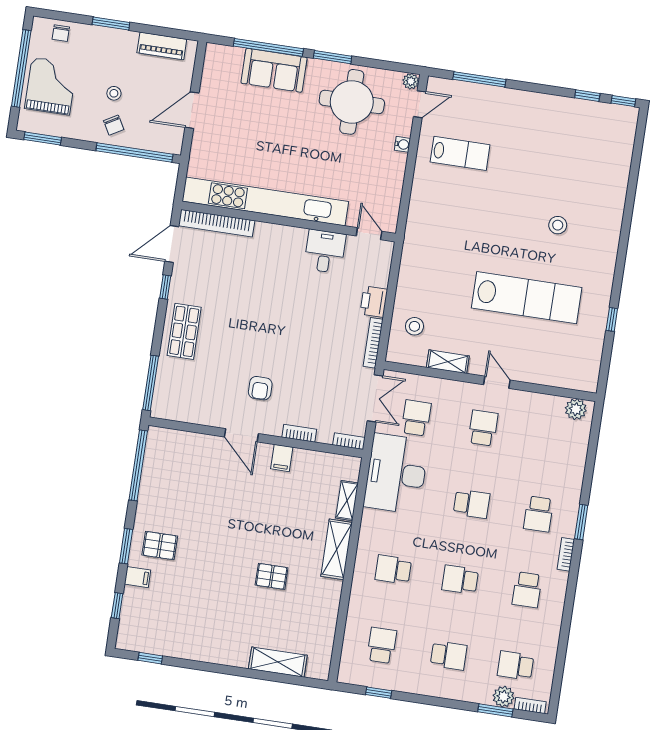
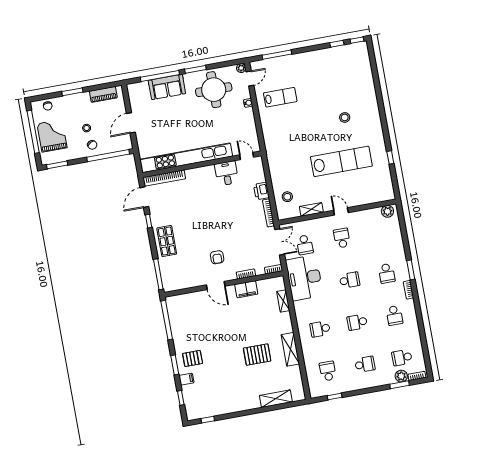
school desk: (416, 418) -> (305, 245), turned 180
filing cabinet: (282, 458) -> (246, 289), width x2.00
shelving: (337, 549) -> (290, 349), moved
pallet: (272, 576) -> (257, 355), width x1.50, depth x1.42

